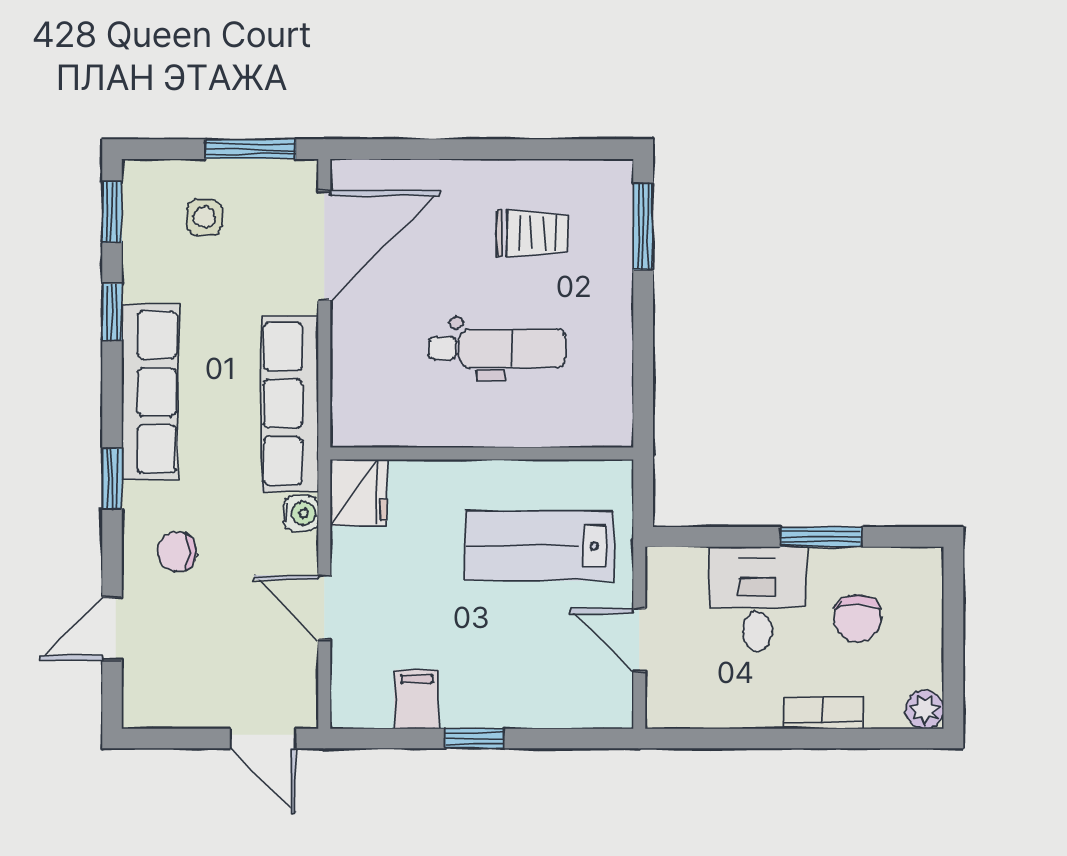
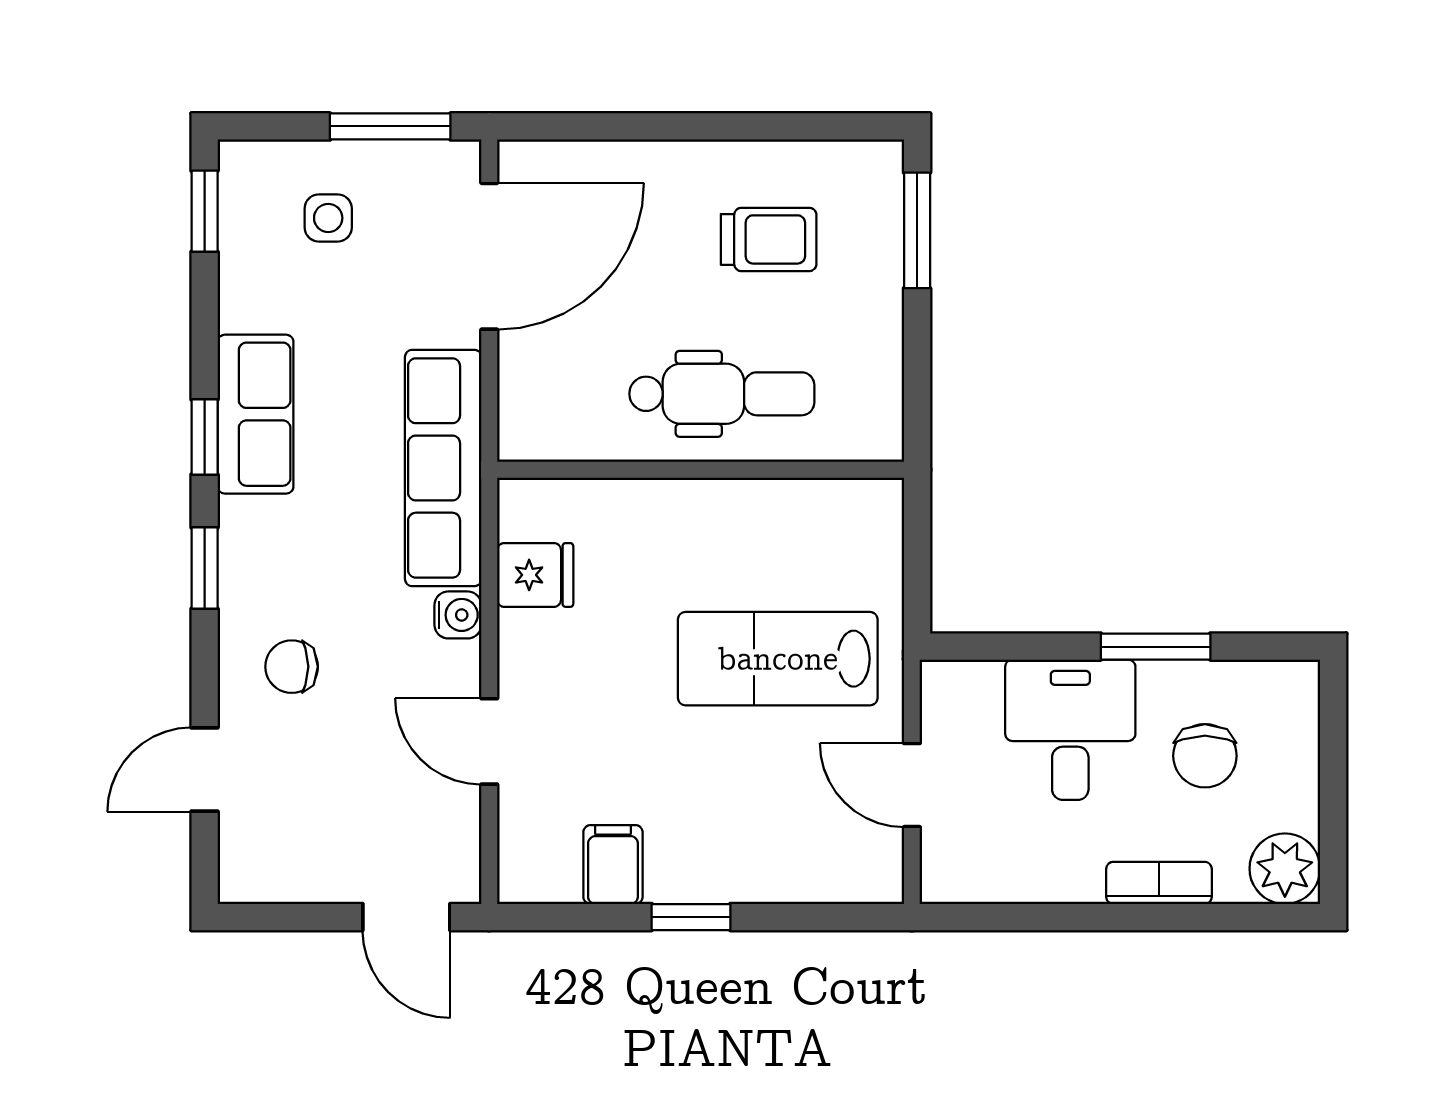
window: (112, 312) -> (205, 437), moved
row of seats: (150, 392) -> (256, 414), width x0.68
wall: (482, 453) -> (701, 470), moved
fridge: (358, 493) -> (535, 575), width x0.72
plant: (925, 710) -> (1285, 869), width x1.38, depth x1.38

